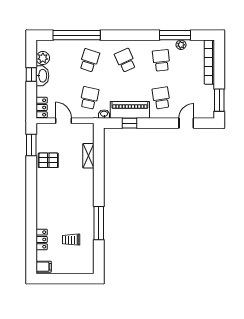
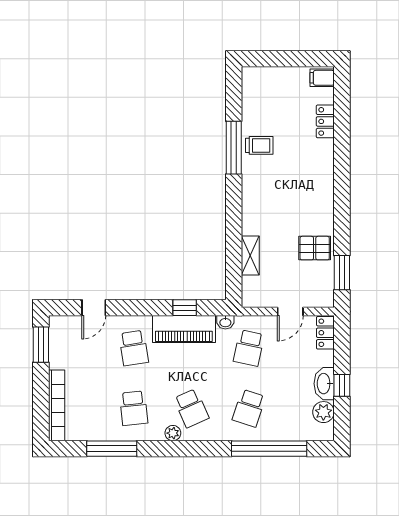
plant: (181, 45) -> (173, 433), moved
door: (64, 121) -> (290, 312), hinge flipped
trolley: (71, 240) -> (259, 145), moved

